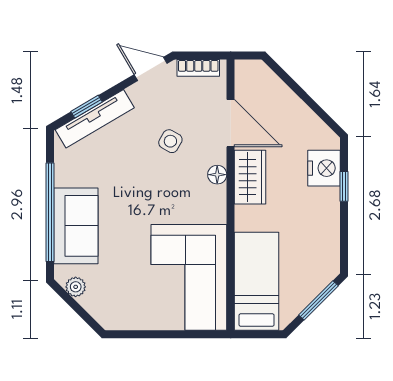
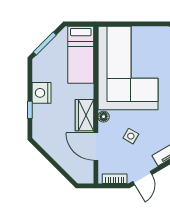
door: (151, 69) -> (142, 178), hinge flipped
nightstand: (324, 168) -> (42, 93), moved
corner sofa: (189, 277) -> (128, 68), width x1.36, depth x1.36

